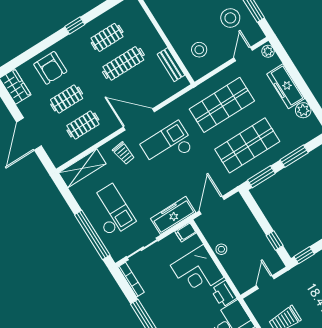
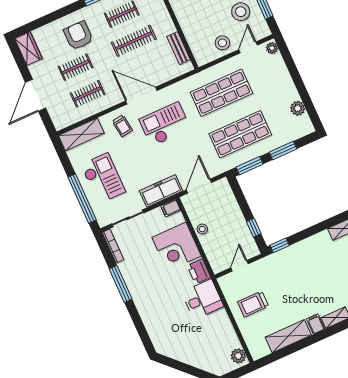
stool: (199, 50) -> (222, 43), moved
armchair: (50, 68) -> (78, 36), moved, turned 180
freezer: (286, 86) -> (284, 83), removed

